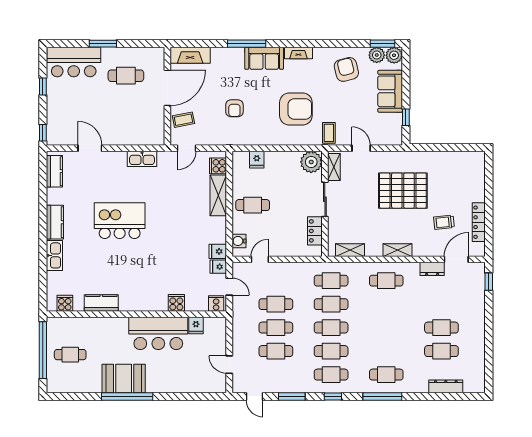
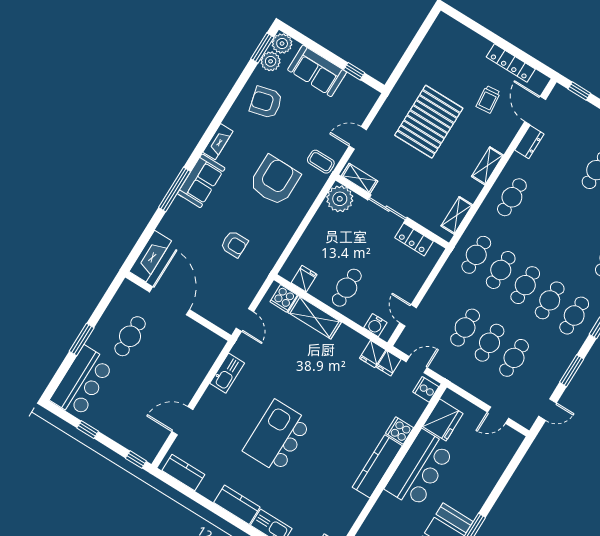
coffee table: (183, 120) -> (213, 305), removed
fridge: (257, 160) -> (304, 279), moved, turned -90
kitchen counter: (101, 303) -> (377, 466), moved, width x1.50
fridge: (196, 326) -> (443, 420), width x1.88, depth x1.34

